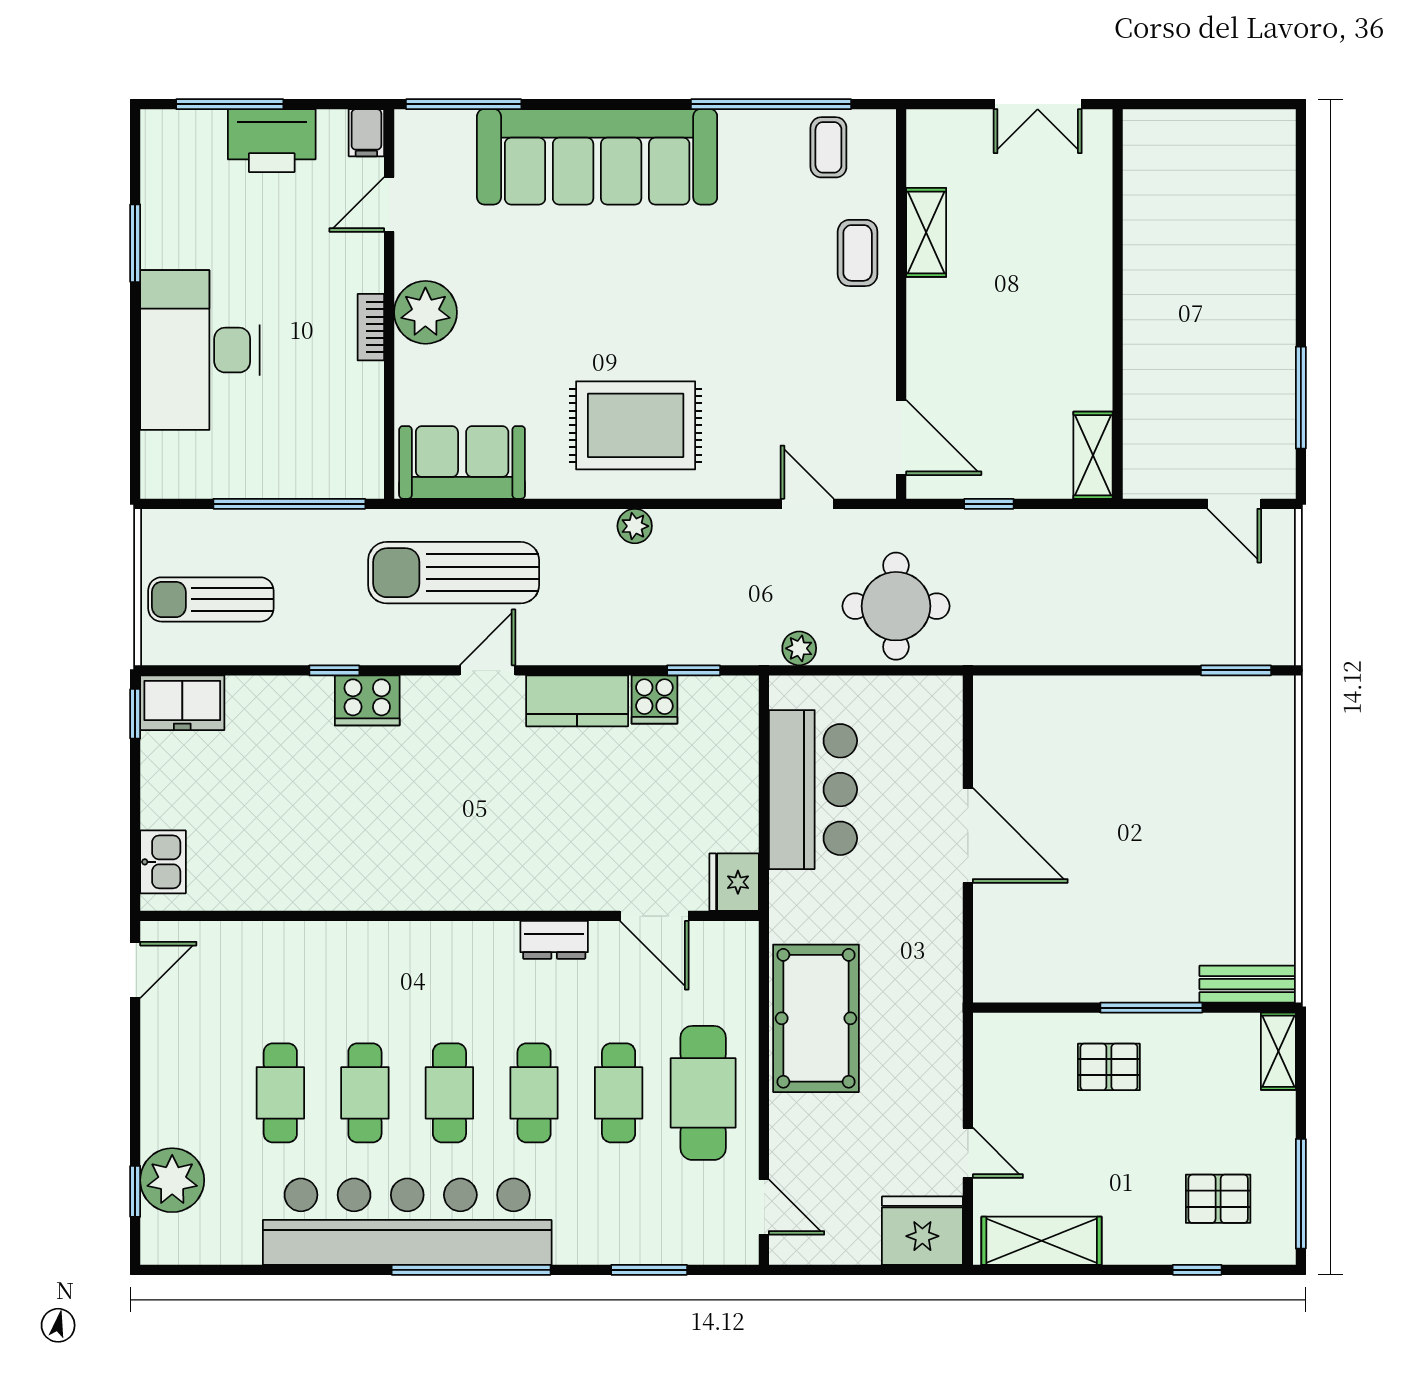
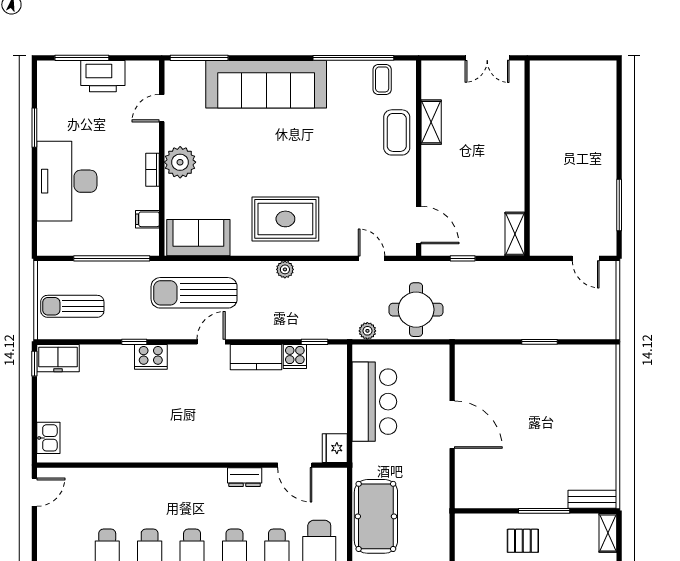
filing cabinet: (366, 133) -> (147, 219), moved, turned 90
coffee table: (858, 253) -> (397, 132), width x1.36, depth x1.30
window: (1236, 670) -> (540, 342), moved

